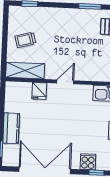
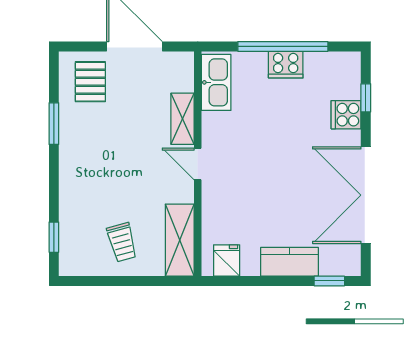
shelving: (90, 75) -> (183, 119), added
fridge: (39, 91) -> (227, 260), moved, turned -90

